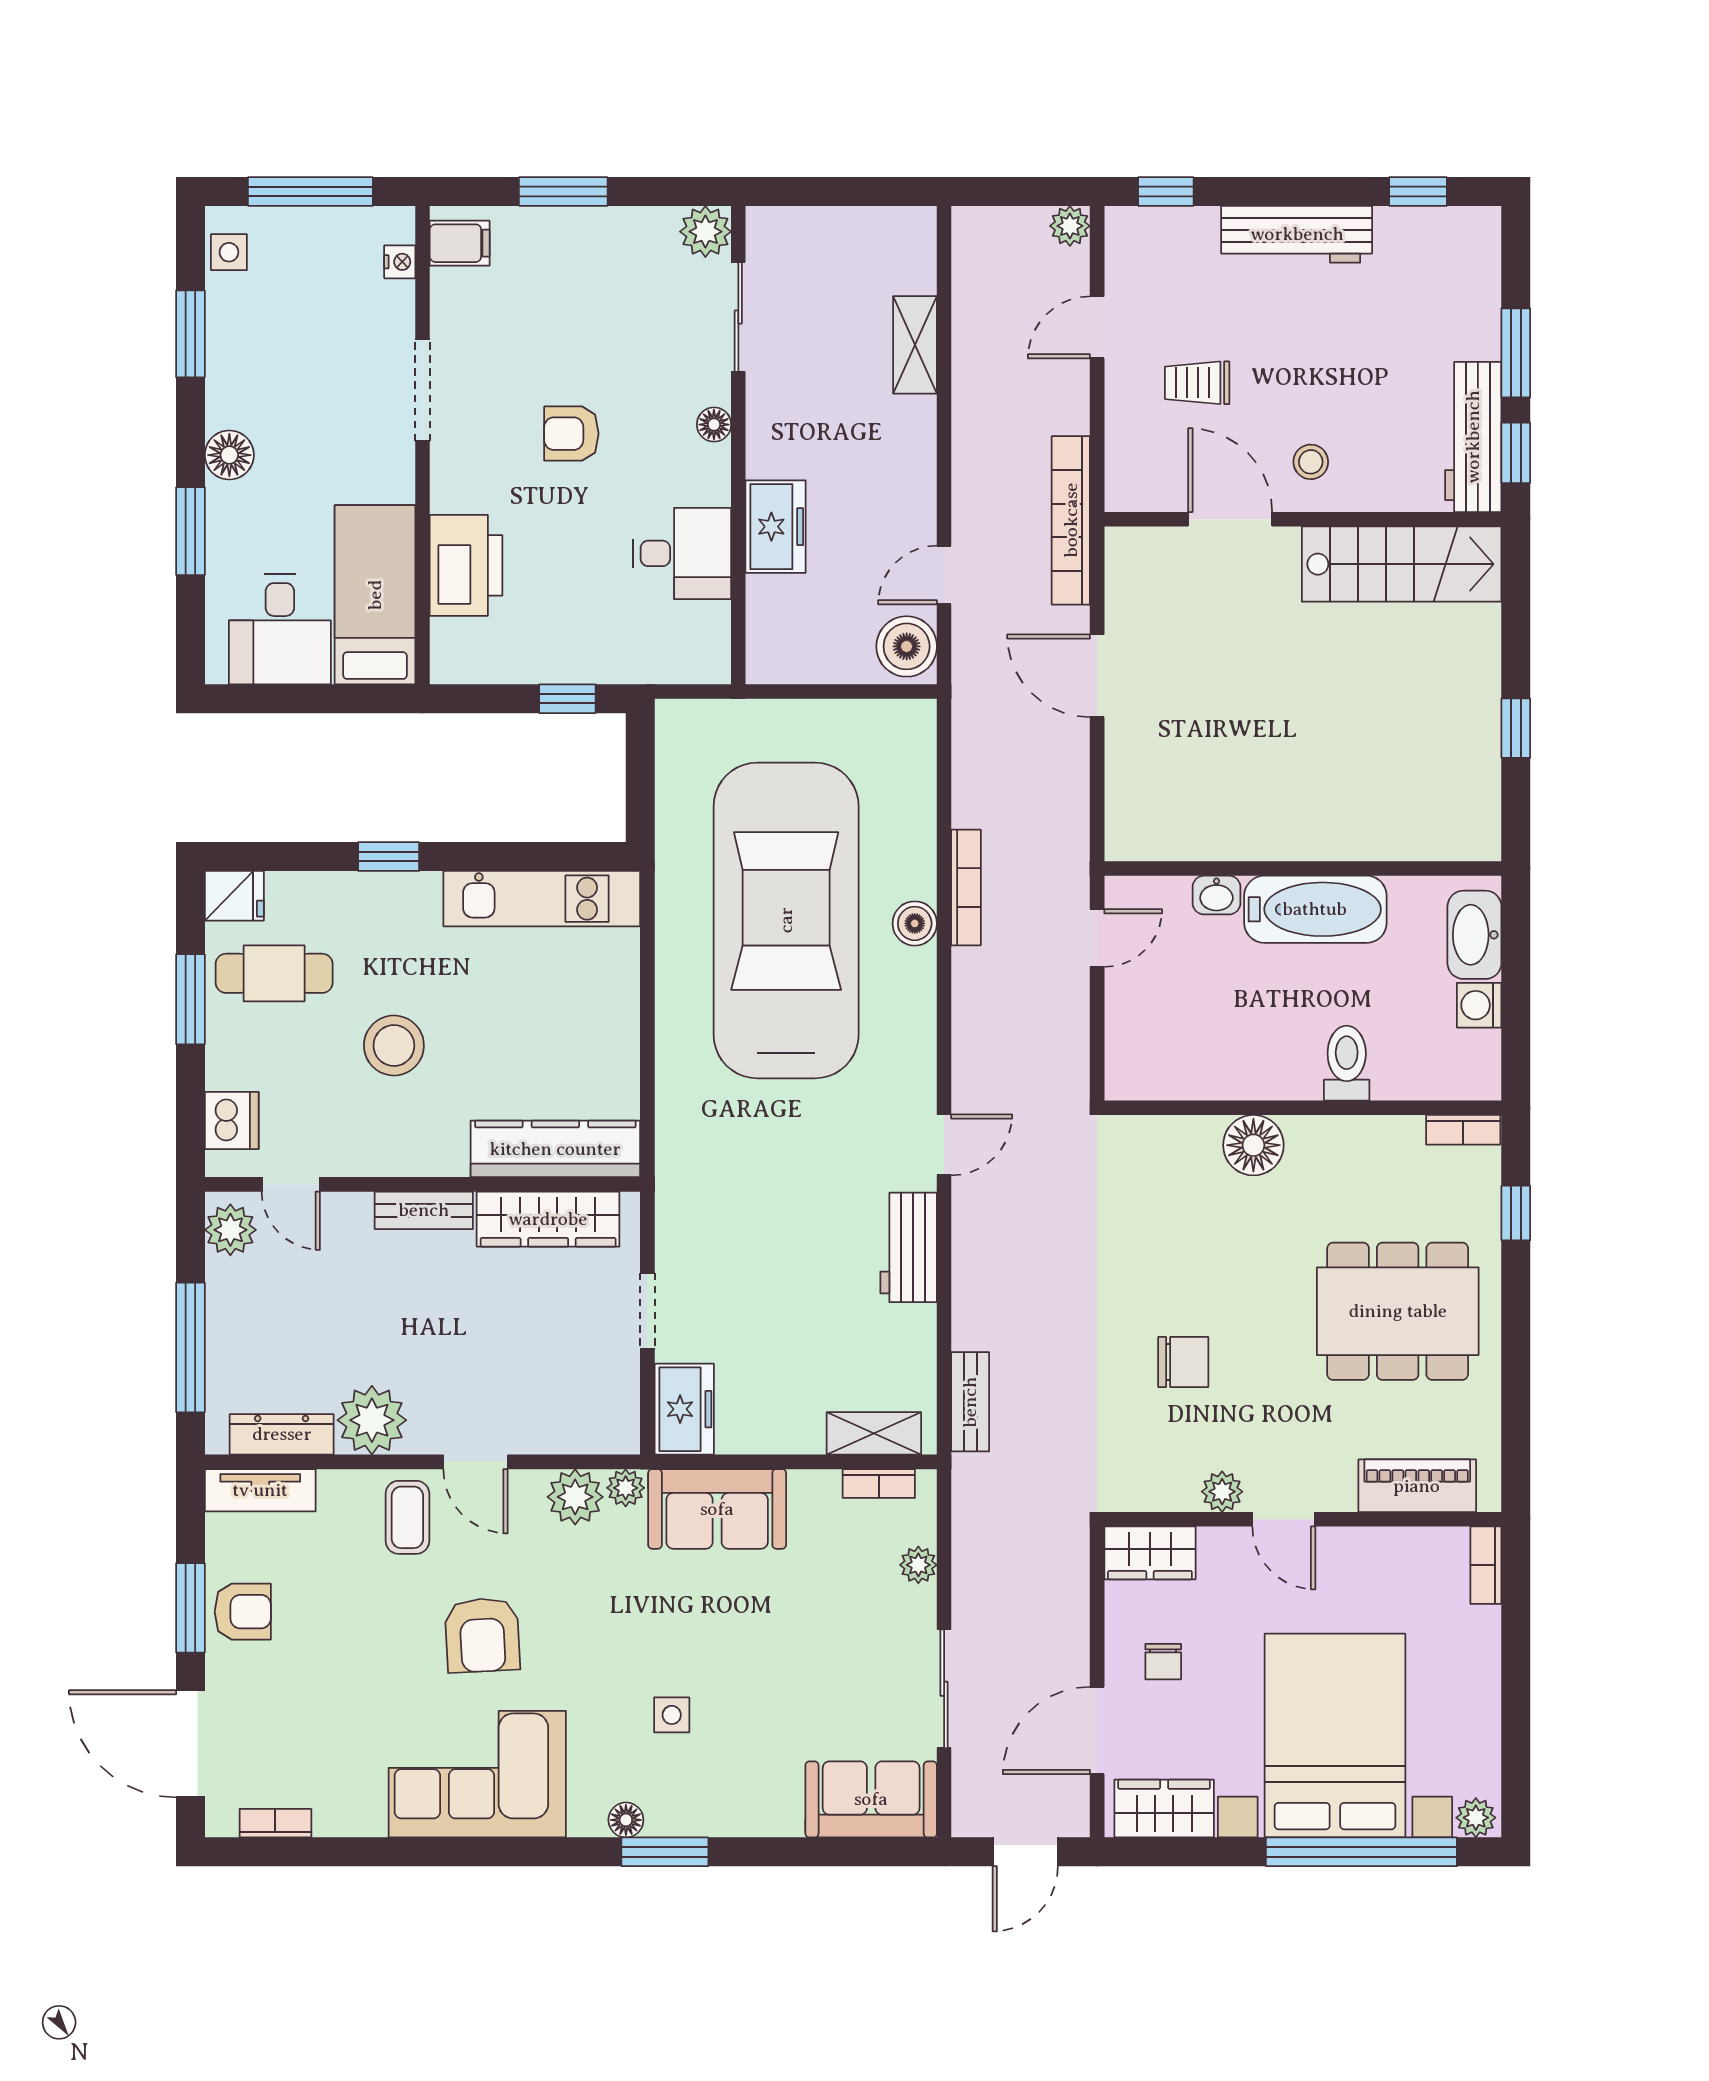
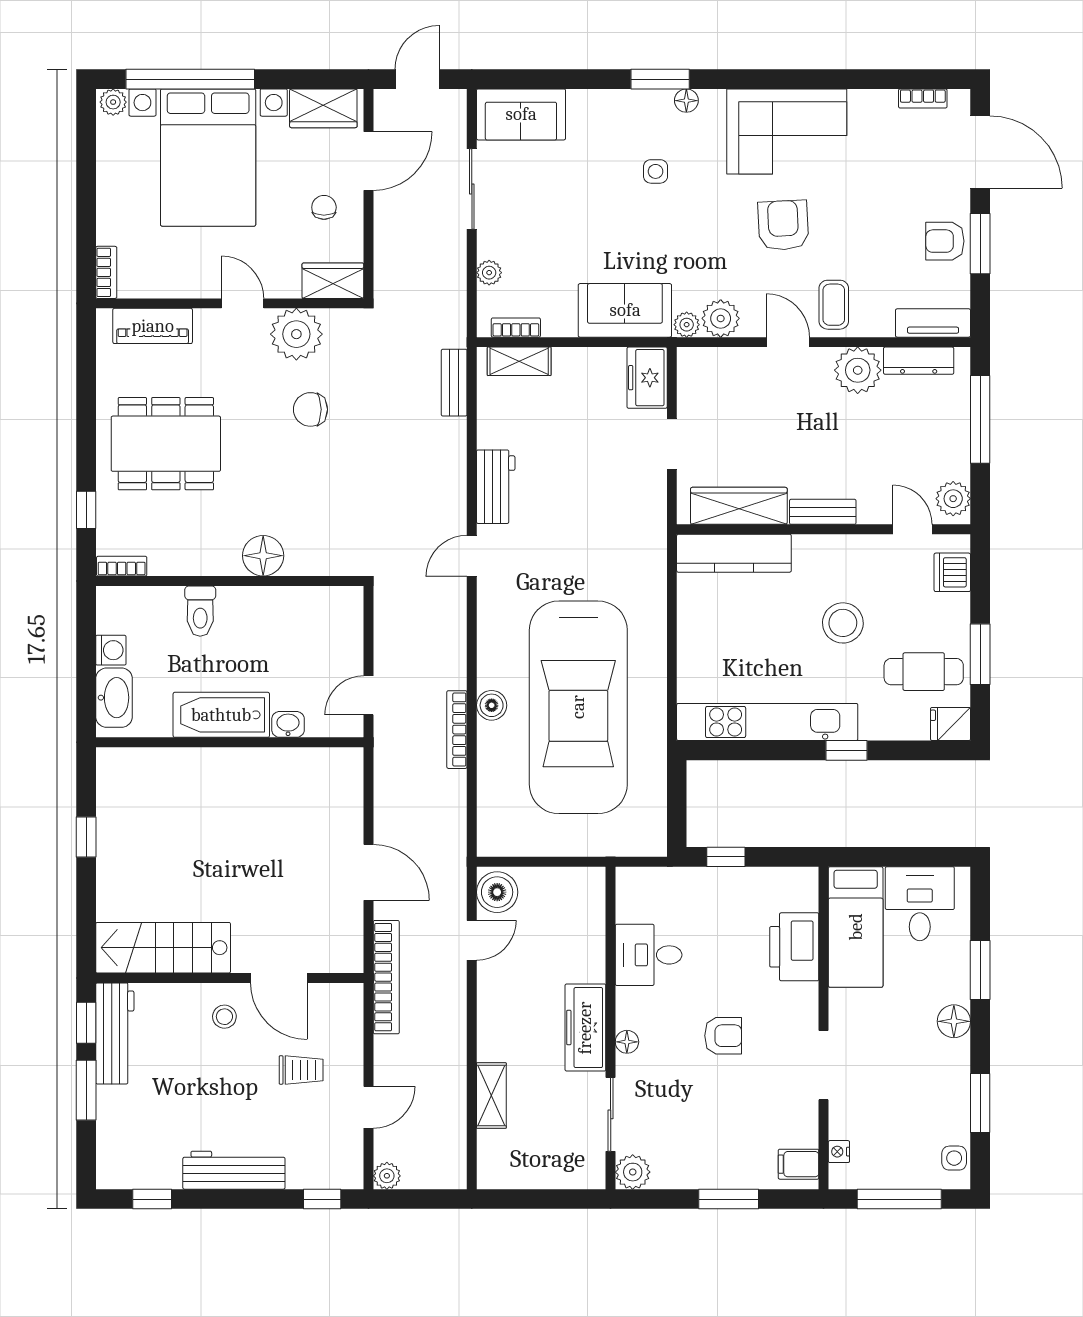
freezer: (776, 527) -> (585, 1028), moved, width x1.40
kitchen unit: (542, 899) -> (767, 722), width x1.36
plant: (1222, 1492) -> (296, 334), width x1.88, depth x1.88

